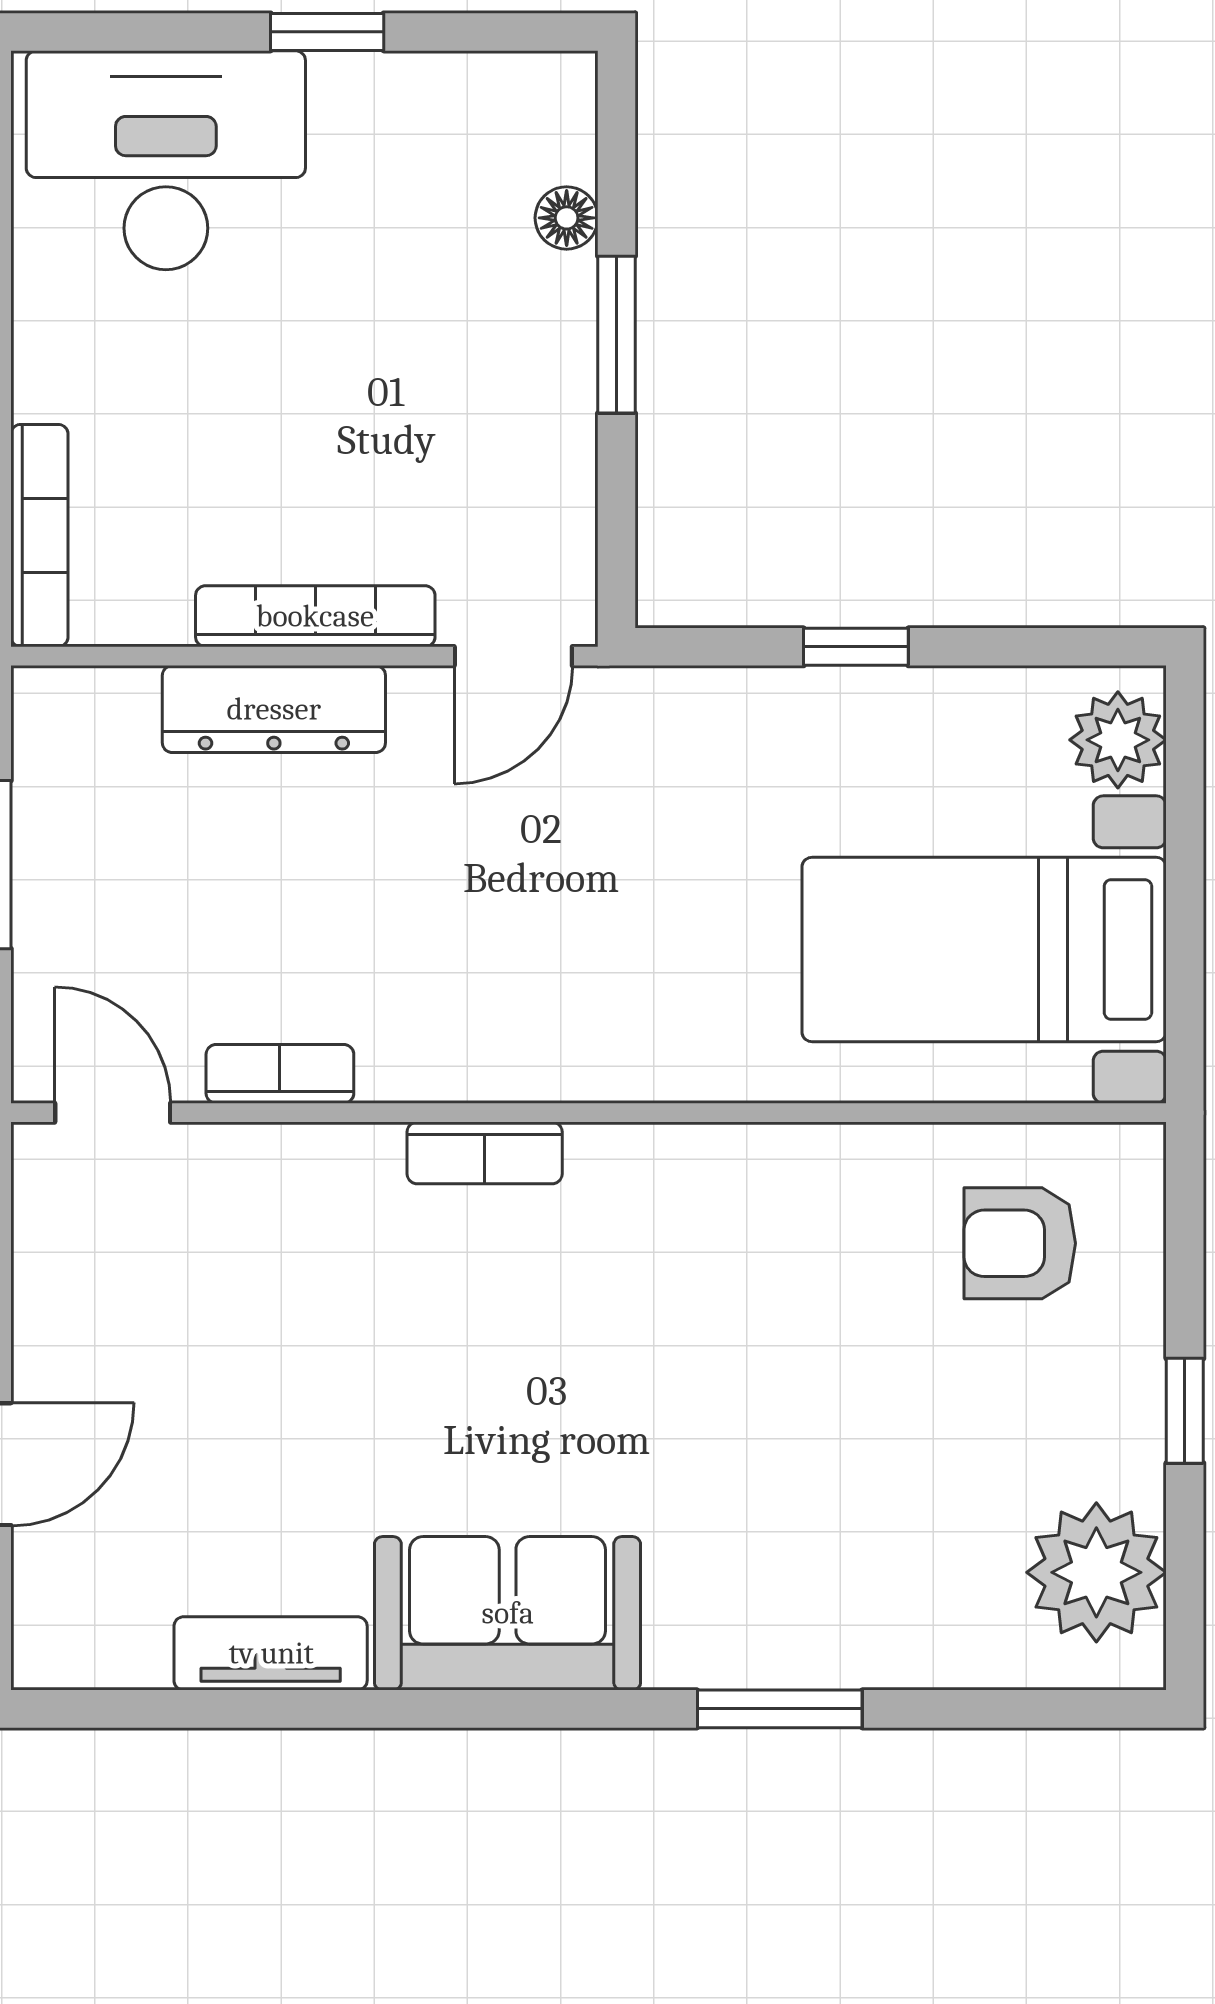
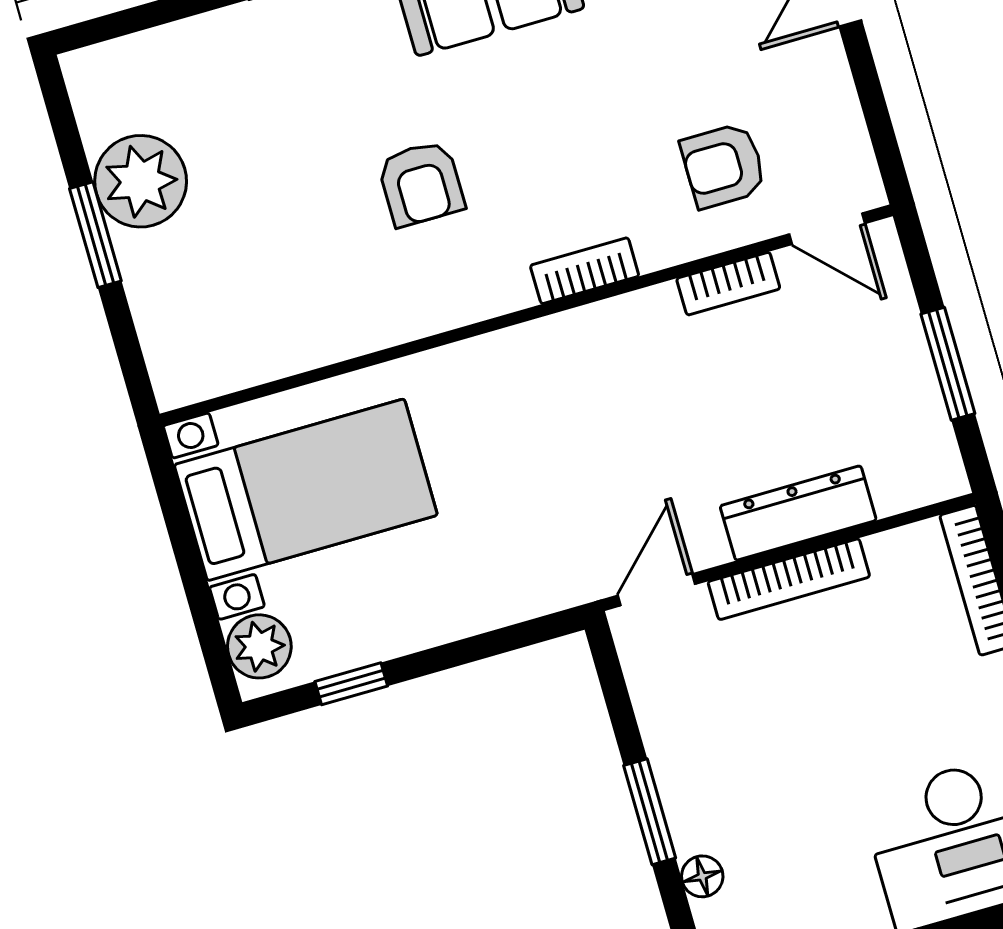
window: (856, 647) -> (351, 684), moved
armchair: (1020, 1243) -> (421, 184), moved, turned 90
armchair: (238, 1248) -> (723, 166), added
window: (1185, 1411) -> (95, 235), width x1.50
plant: (1096, 1572) -> (141, 181), moved

